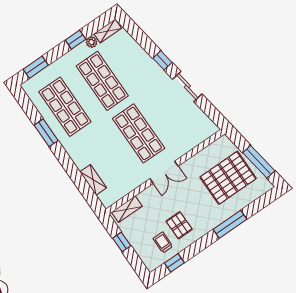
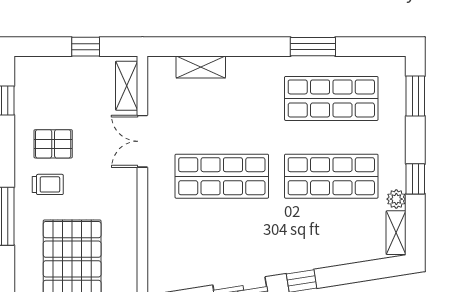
double door: (164, 172) -> (142, 141), moved
trolley: (163, 242) -> (48, 184), moved

